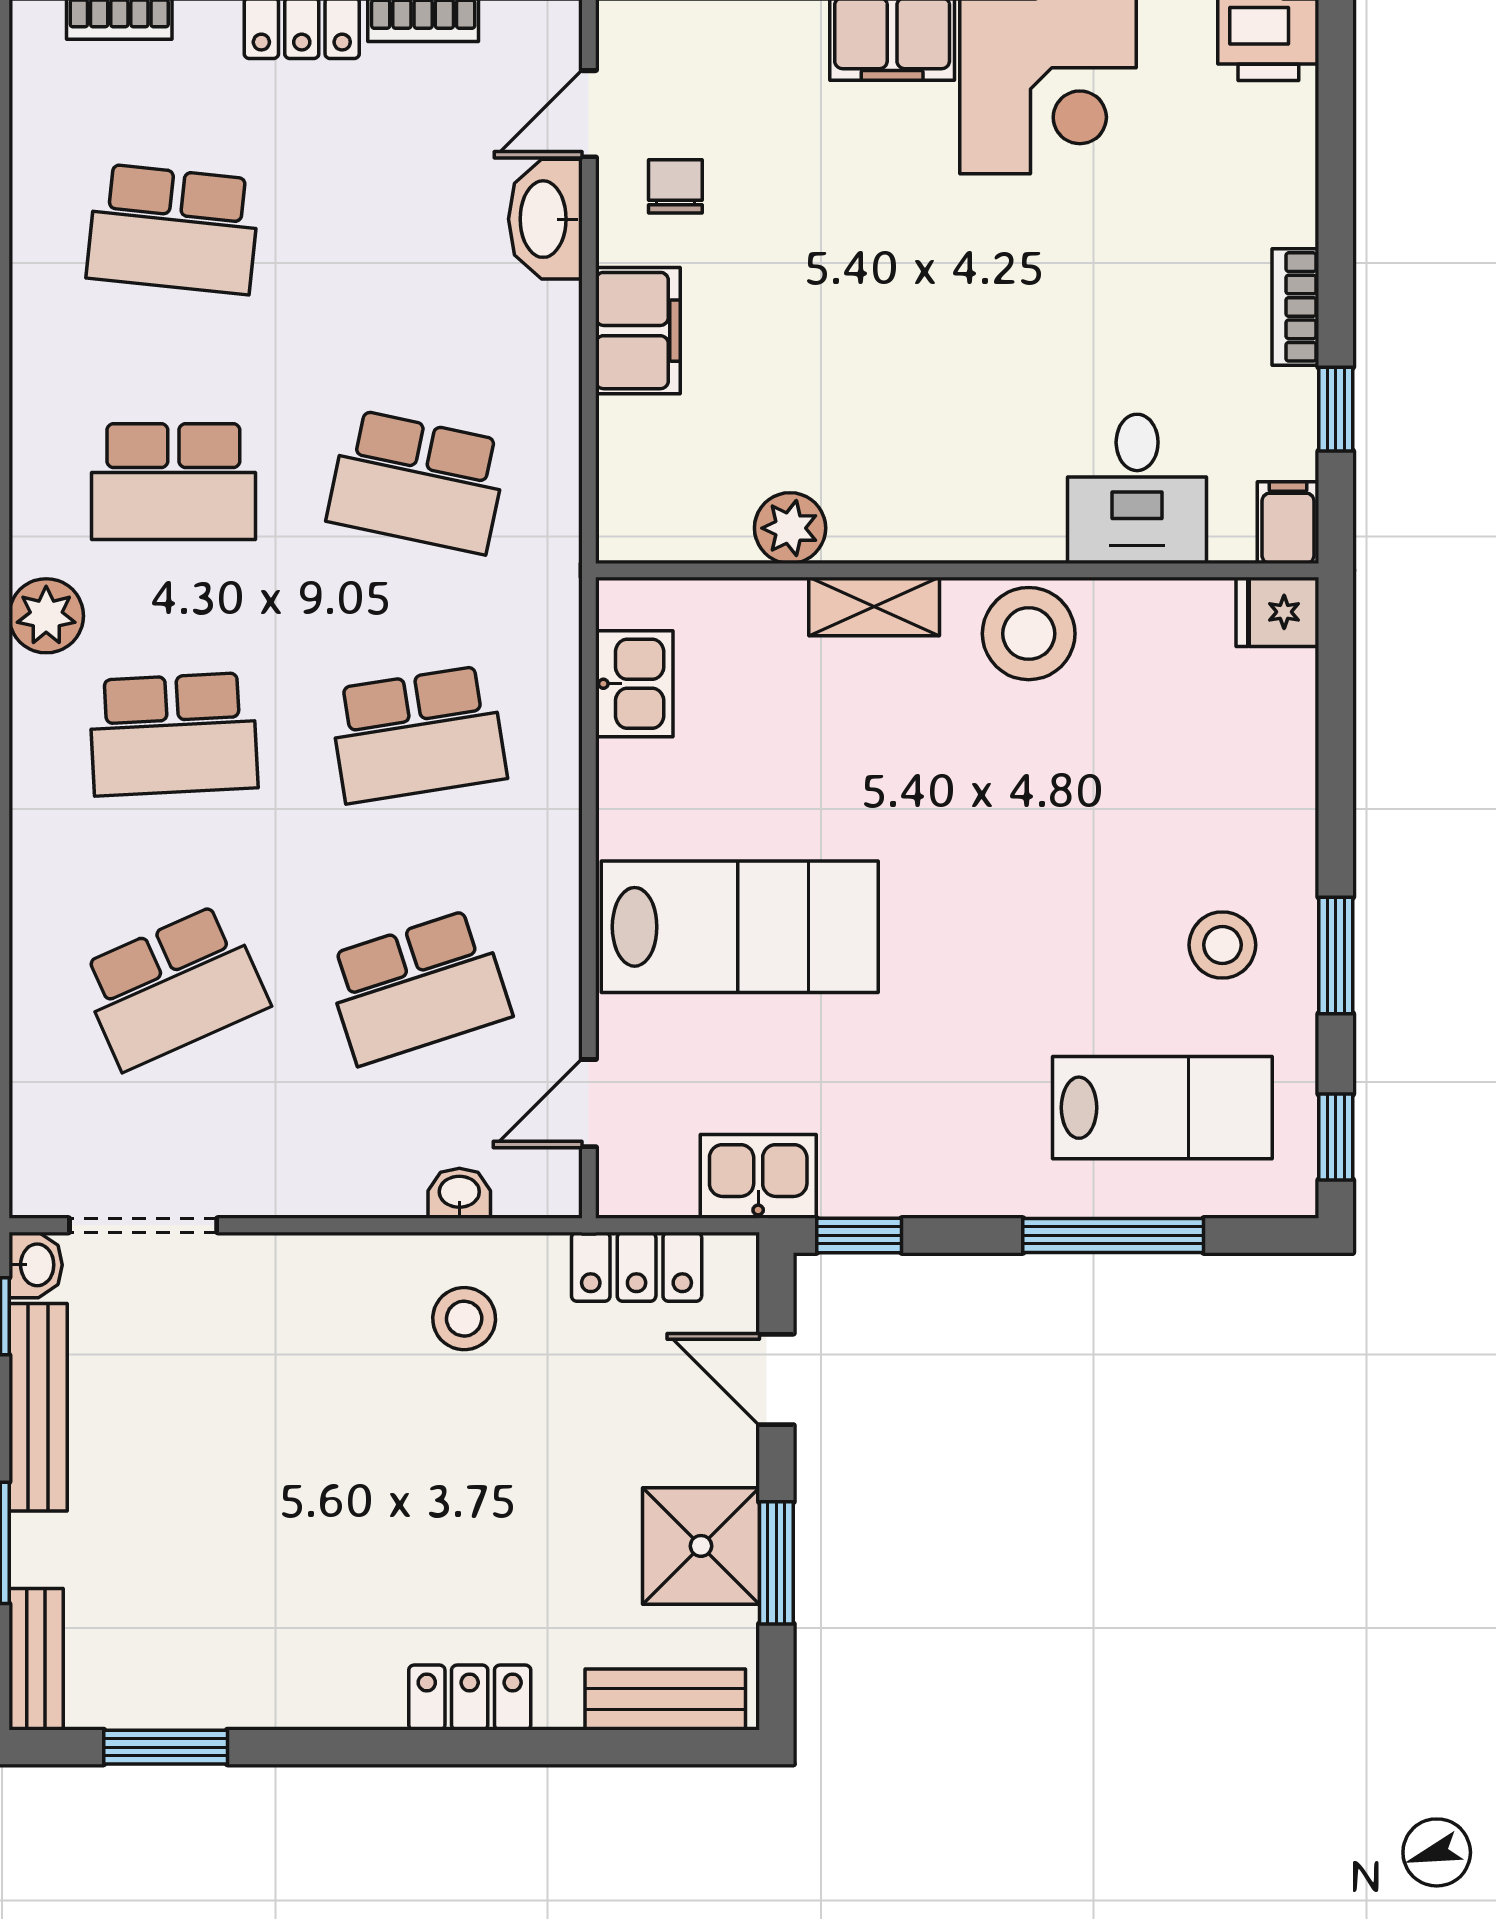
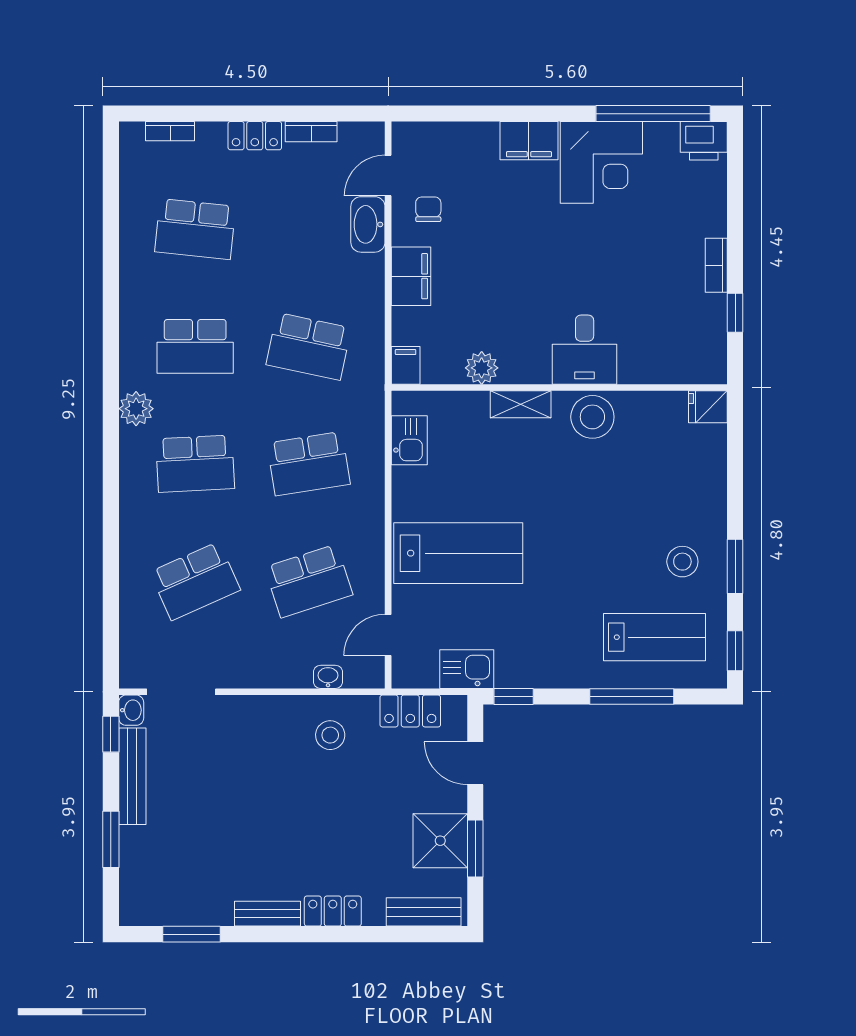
desk: (1137, 489) -> (585, 350), moved
filing cabinet: (1288, 523) -> (406, 365), moved
bench: (36, 1659) -> (267, 914), moved, turned 90

